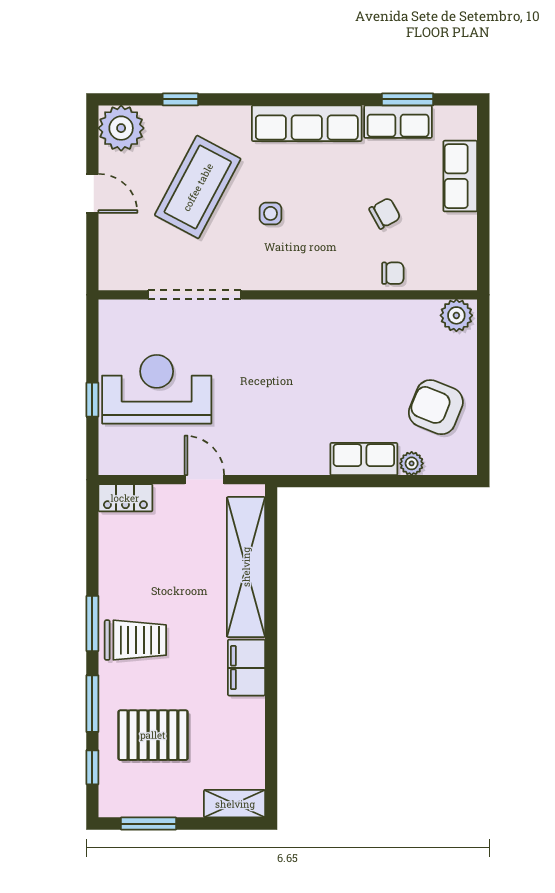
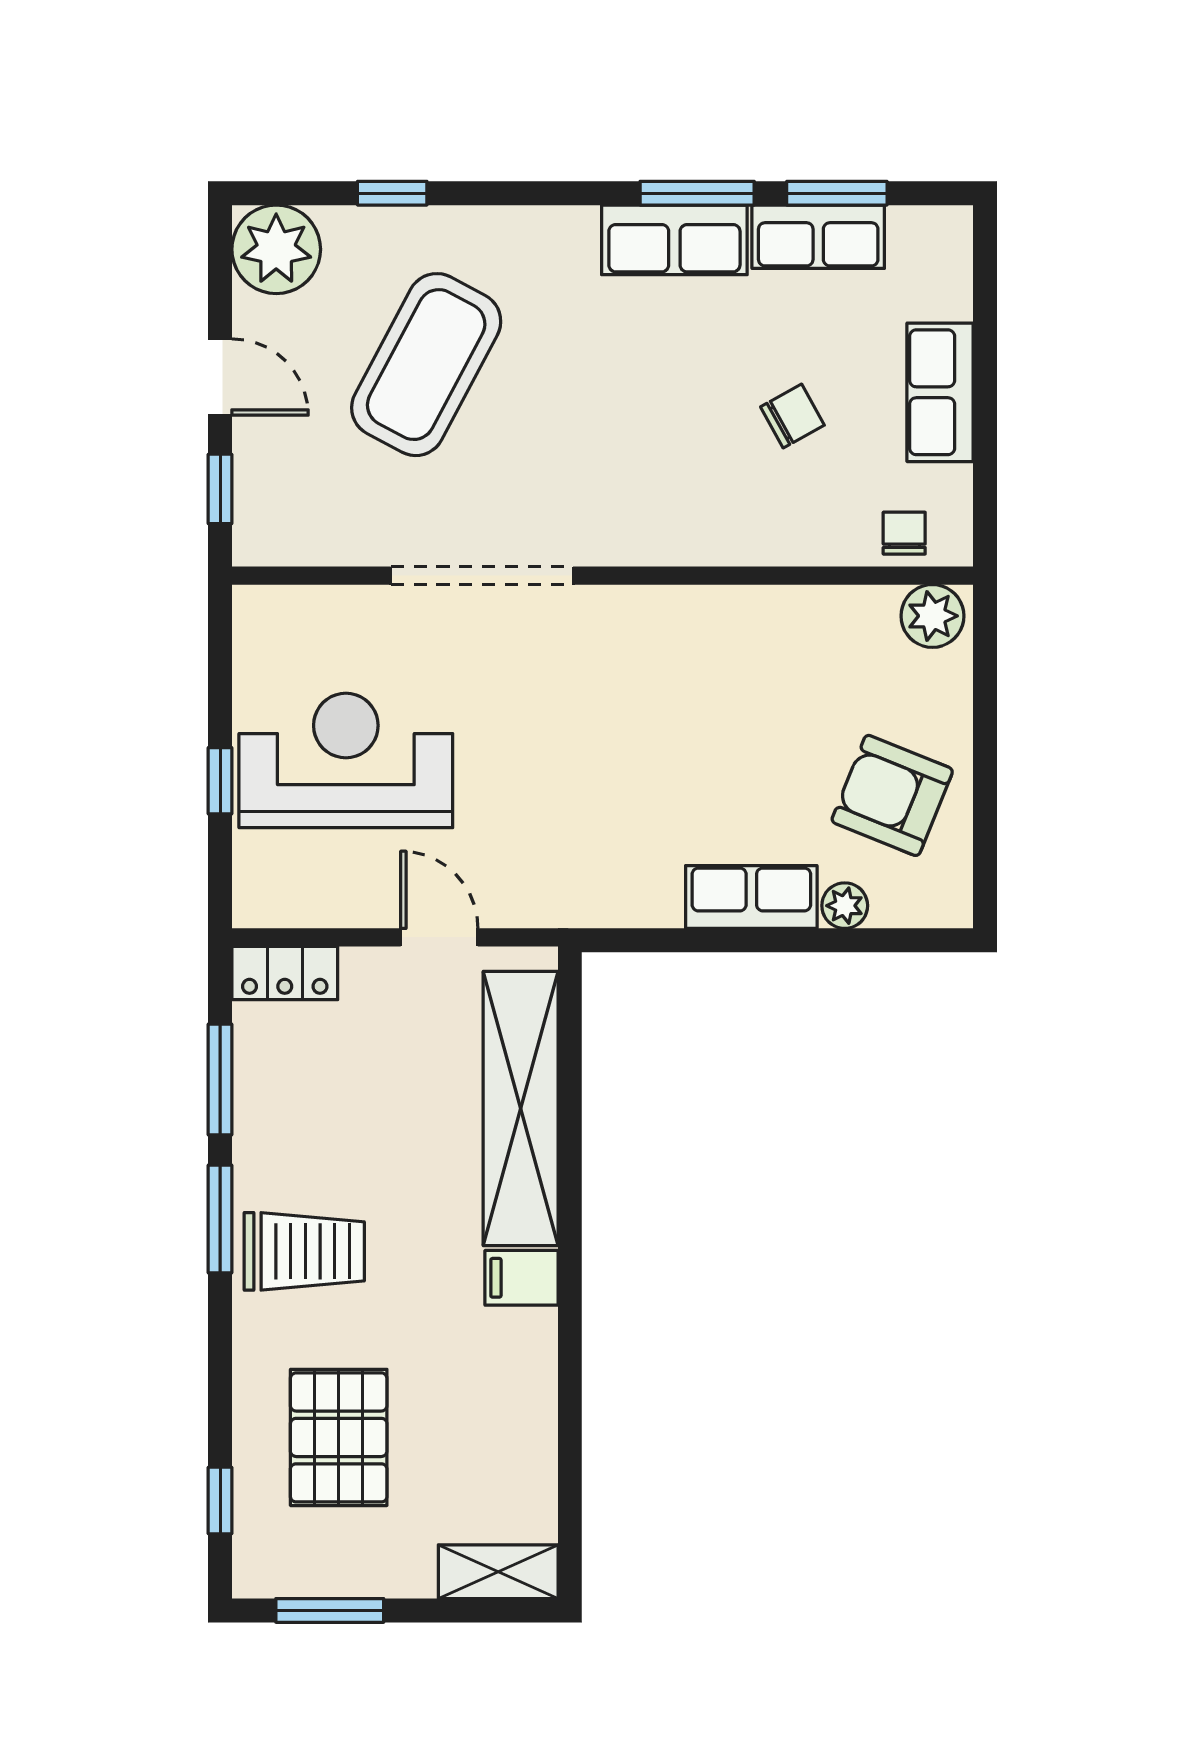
window: (336, 99) -> (697, 193), added
row of seats: (307, 123) -> (674, 240), width x0.68
row of seats: (460, 176) -> (940, 392), moved
side table: (271, 213) -> (569, 416), removed
window: (92, 251) -> (220, 489), added
chair: (393, 273) -> (904, 533), moved, turned -90
doorway: (195, 295) -> (482, 576), moved
filing cabinet: (246, 668) -> (521, 1278), width x0.50
window: (92, 704) -> (220, 1079), moved
pallet: (153, 735) -> (339, 1437), turned 90

